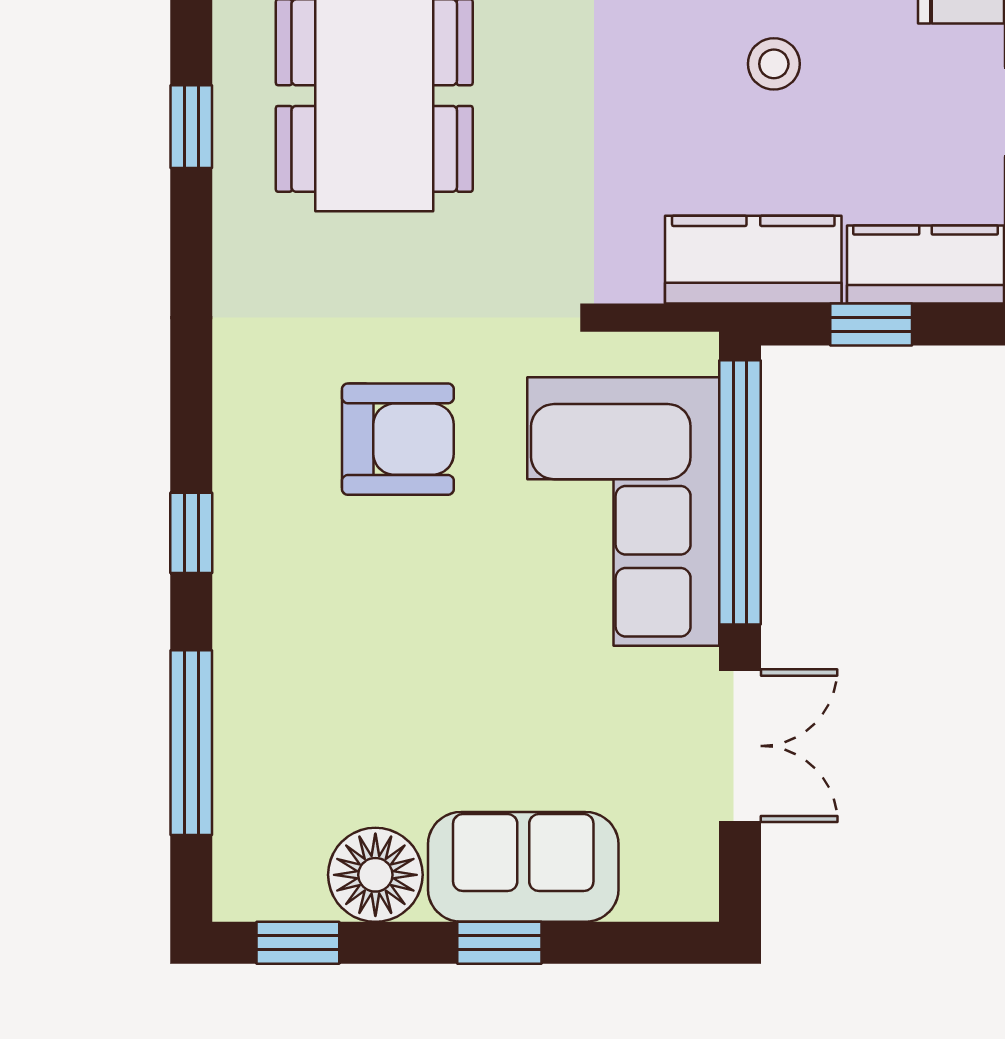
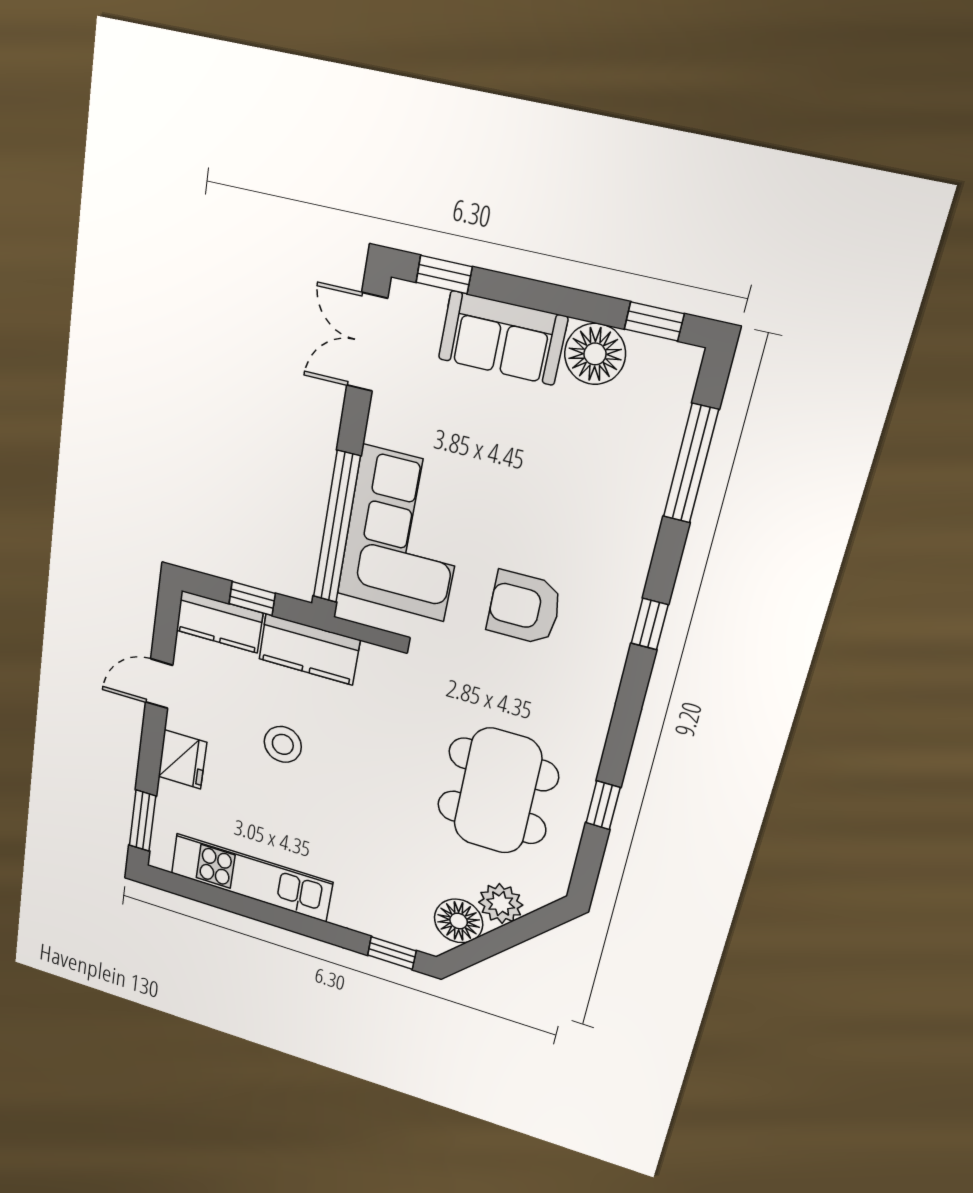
stool: (774, 64) -> (283, 744), width x1.37, depth x1.37
window: (191, 533) -> (650, 624), moved
double door: (740, 746) -> (367, 342), moved
window: (499, 943) -> (444, 274), moved

